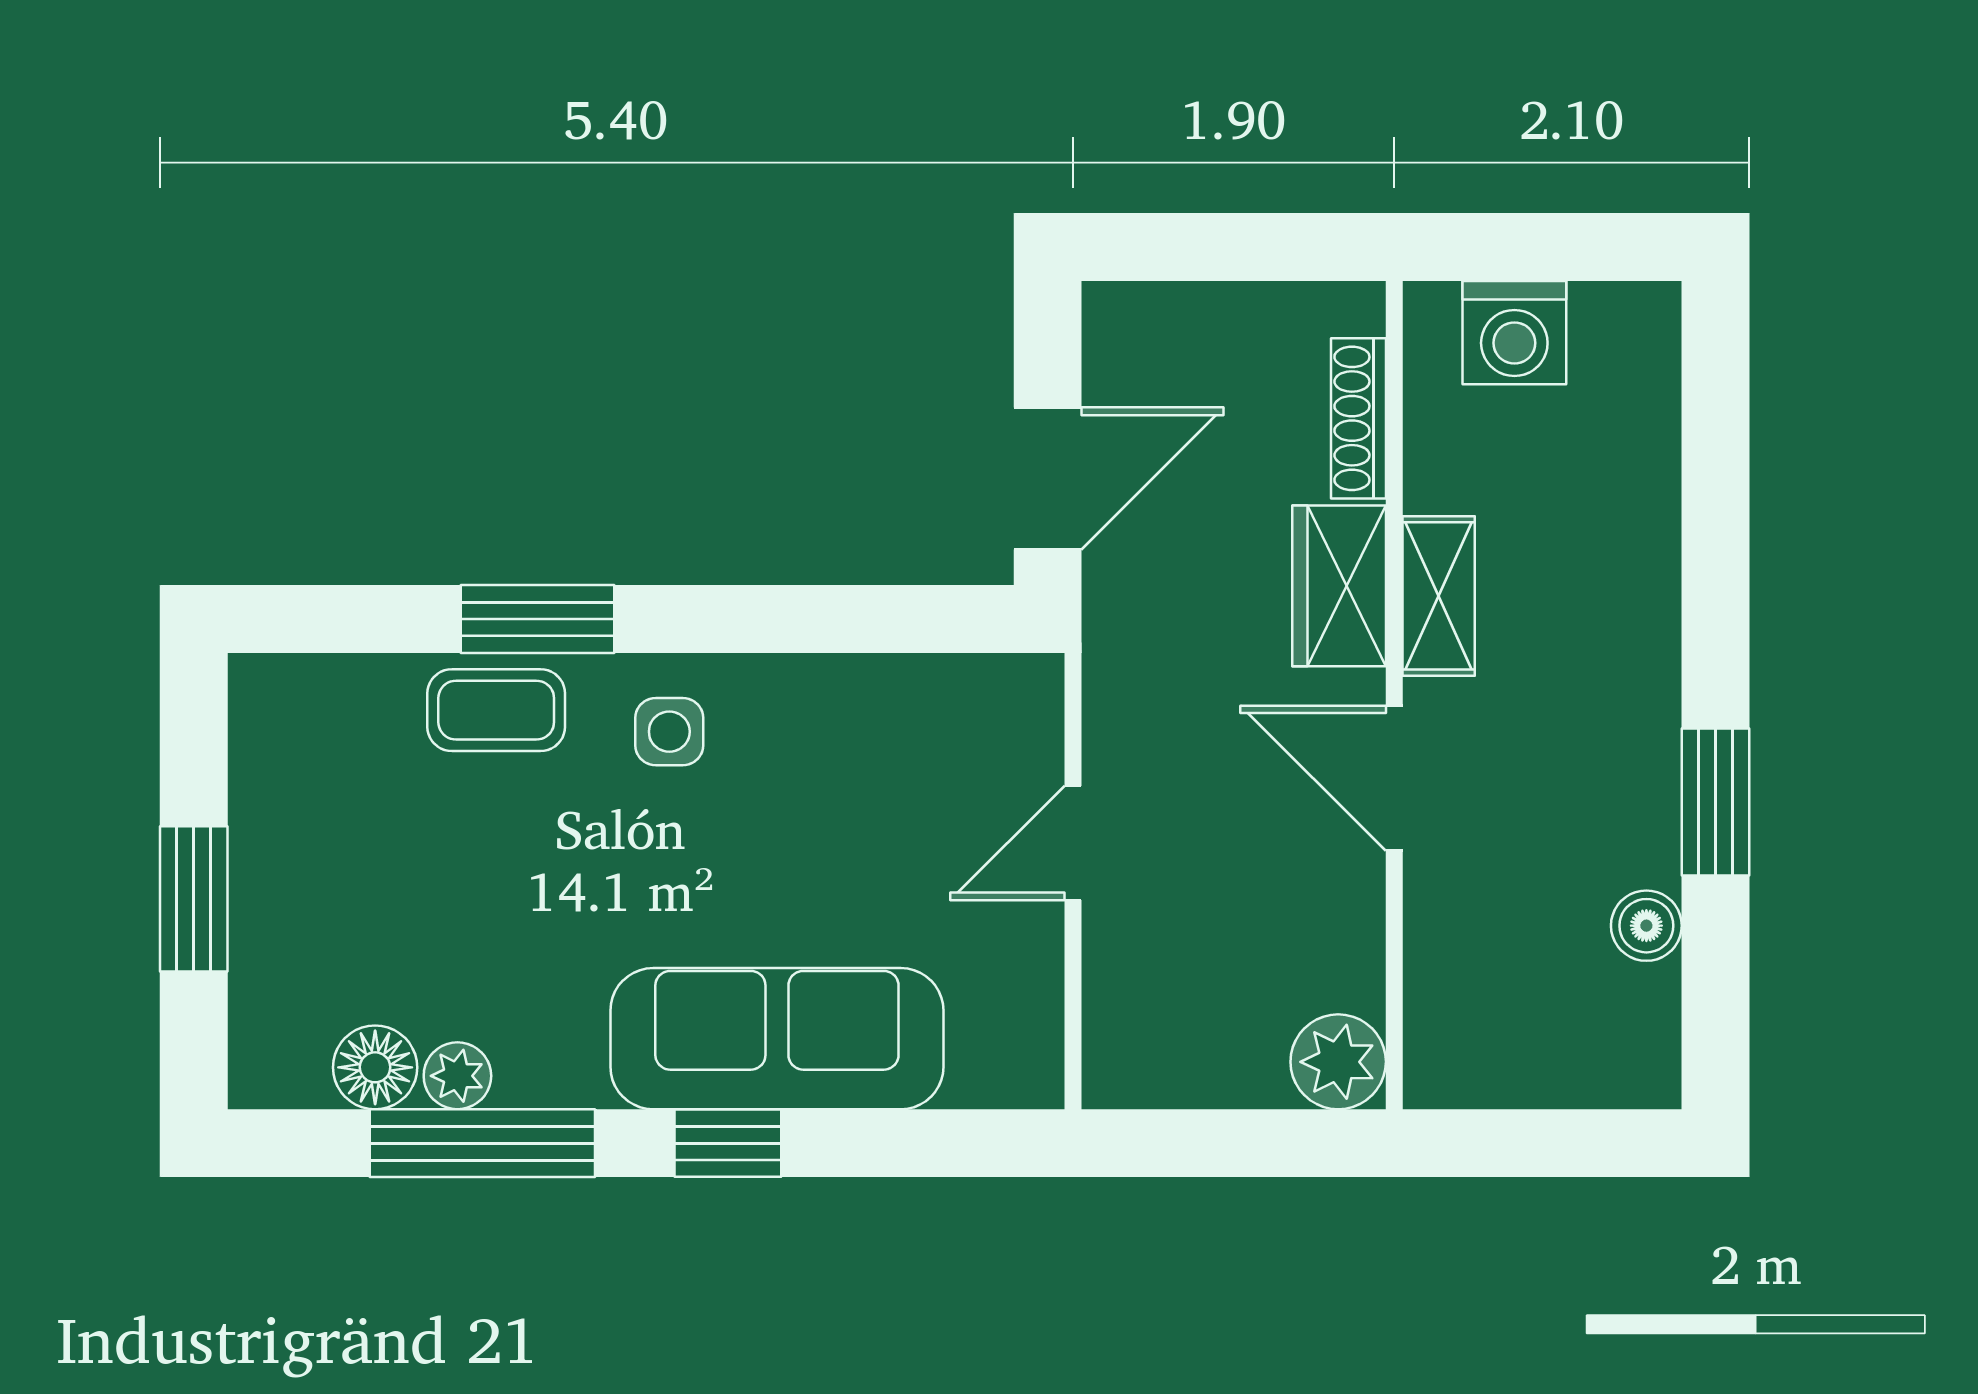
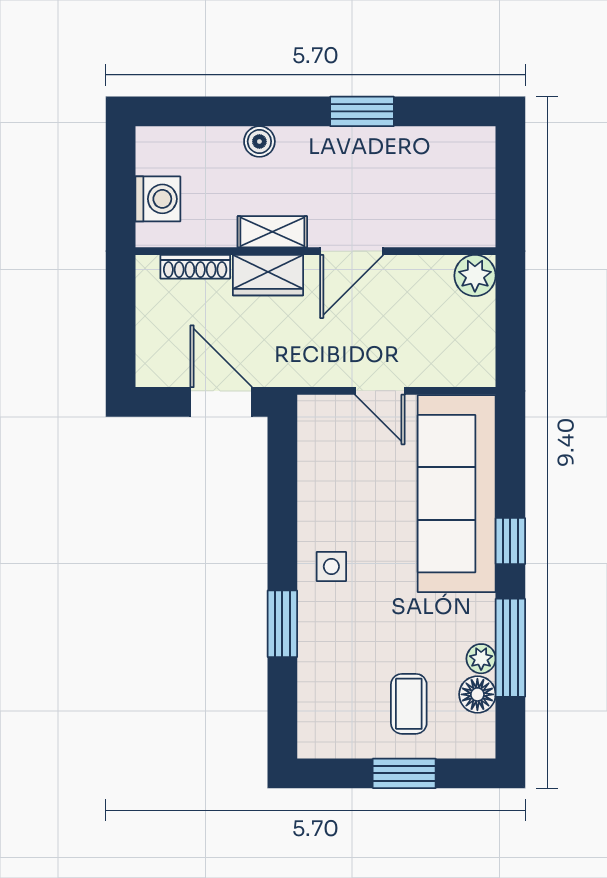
coffee table: (496, 710) -> (409, 704), moved
boiler: (1646, 926) -> (259, 141), moved
sofa: (777, 1039) -> (457, 494), width x1.36, depth x1.27

